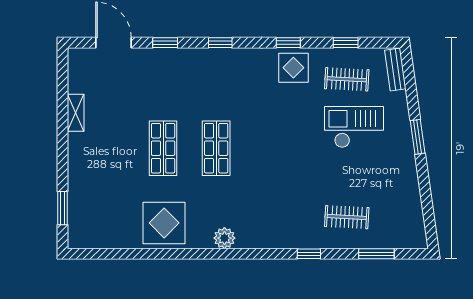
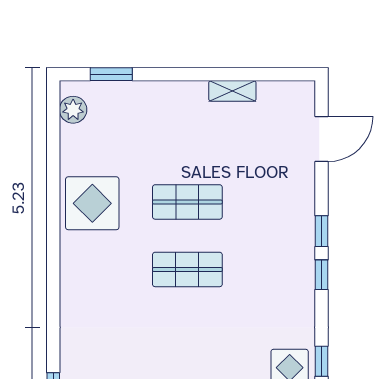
window: (165, 43) -> (322, 231), moved
plant: (224, 238) -> (73, 110), moved

